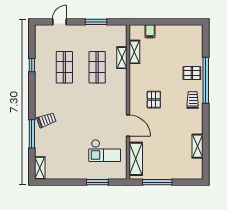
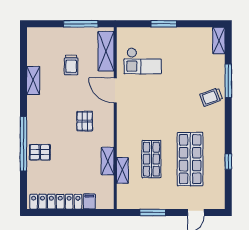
locker: (178, 31) -> (56, 202), added
shelving: (134, 52) -> (108, 161), moved
shop shelf: (64, 67) -> (190, 159), width x1.43, depth x1.36
trolley: (193, 100) -> (71, 65), moved
shelving: (198, 146) -> (33, 80), moved
checkout: (105, 151) -> (143, 61), turned 180
window: (97, 182) -> (164, 24), moved

